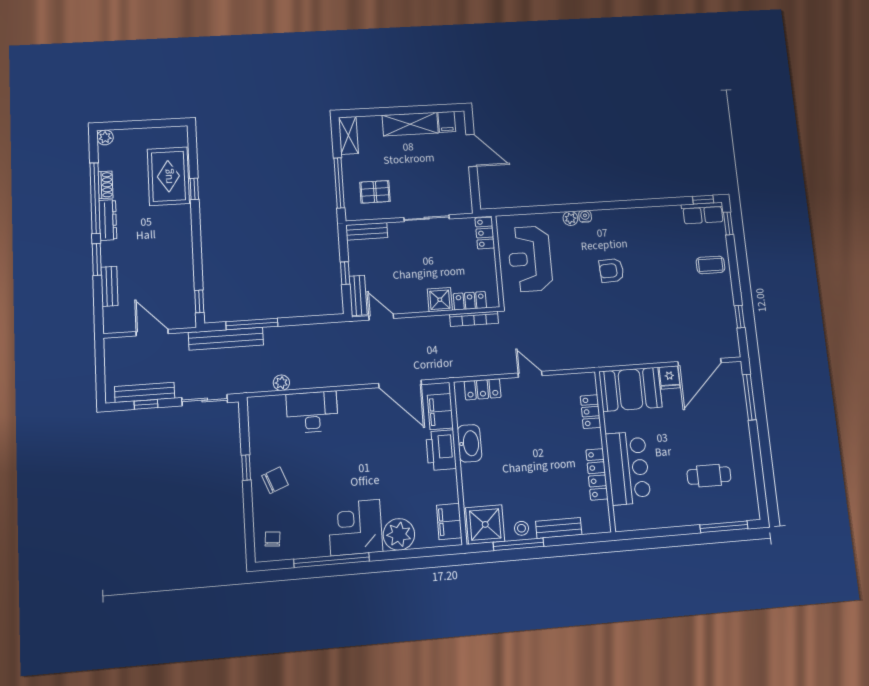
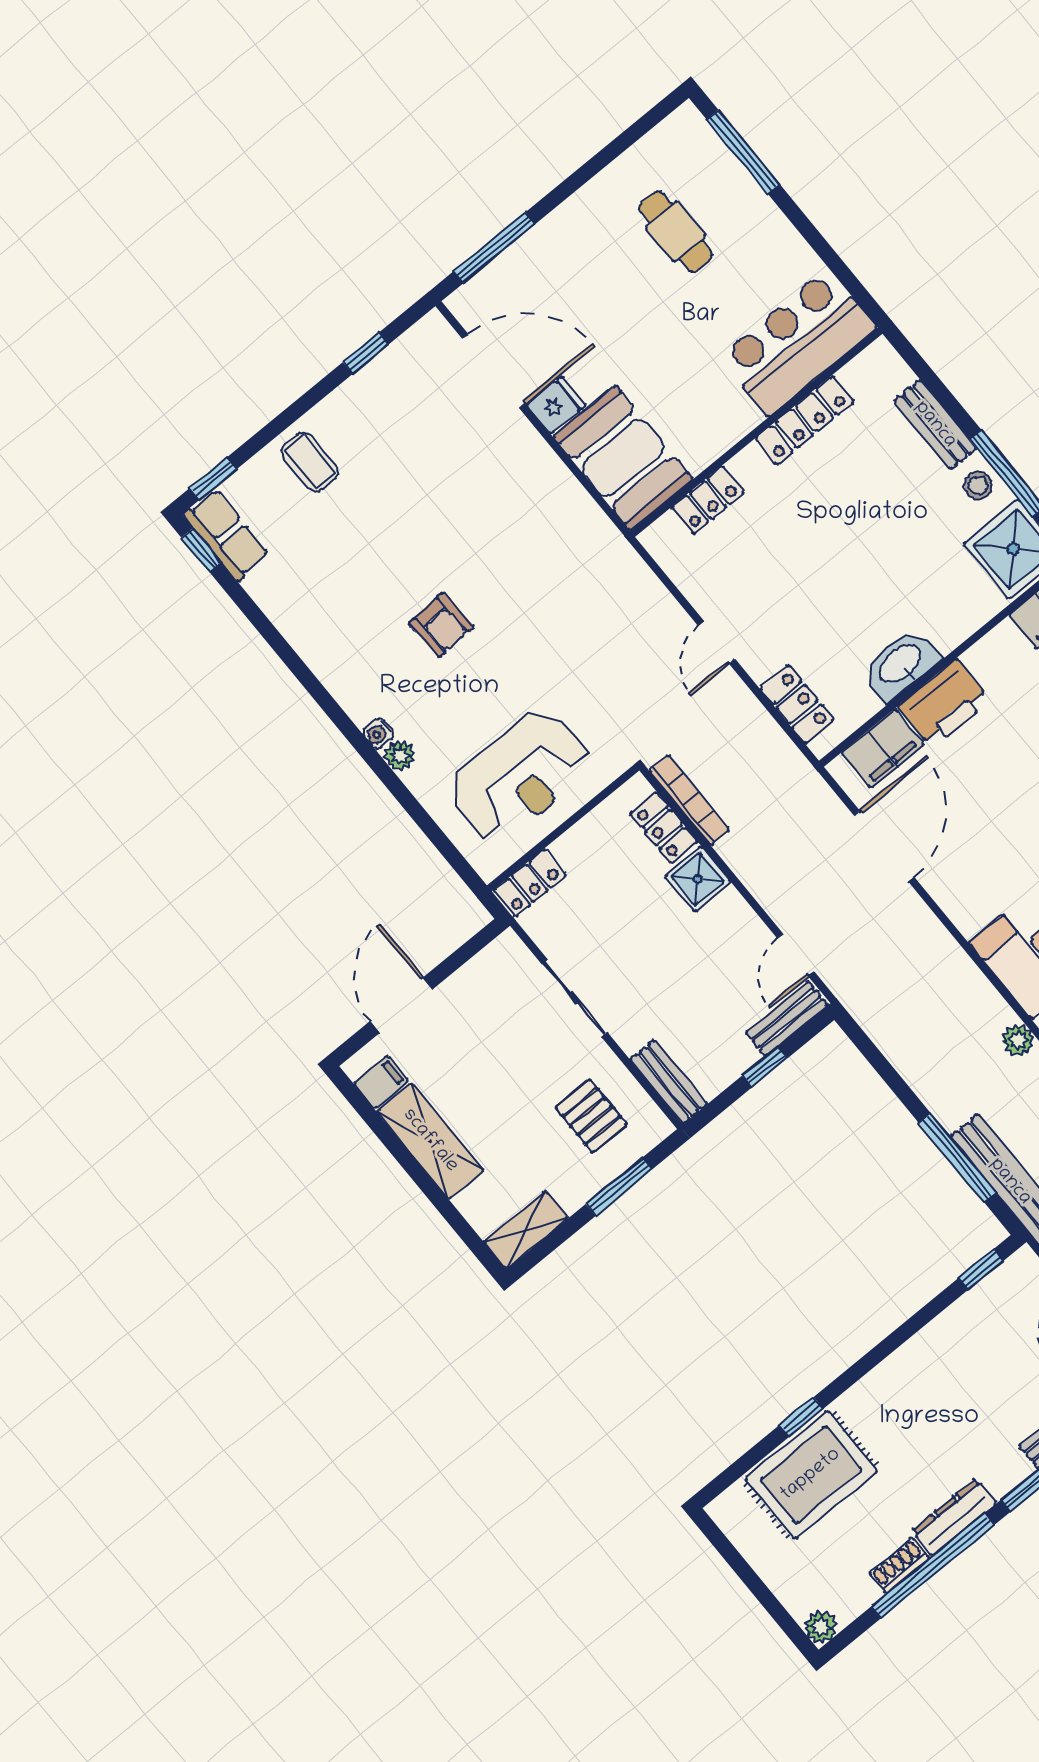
window: (339, 183) -> (619, 1187), width x0.69
bar counter: (628, 468) -> (798, 342), moved

